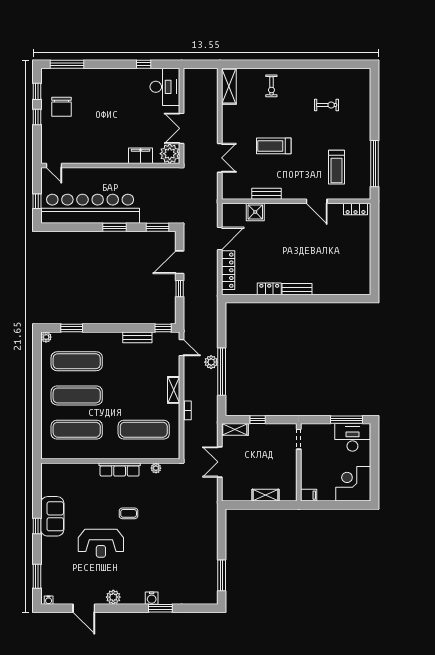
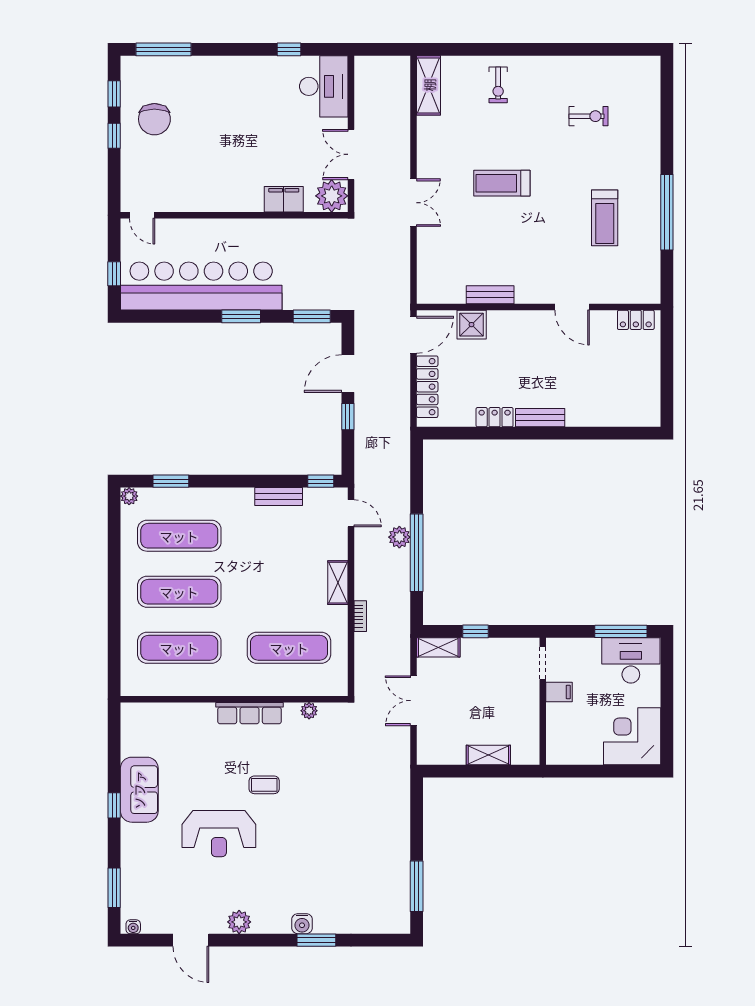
bench: (267, 194) -> (490, 295), moved
wall: (296, 201) -> (539, 307), moved
door: (317, 201) -> (572, 307), moved
locker: (356, 209) -> (636, 320), moved
shower: (255, 212) -> (472, 325), moved
filing cabinet: (309, 495) -> (559, 692), moved

